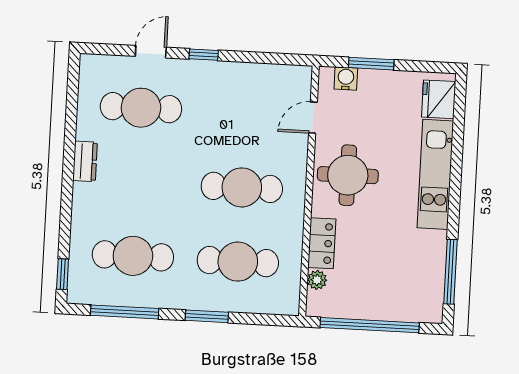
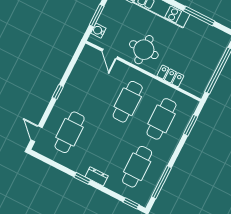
door: (151, 52) -> (36, 134), moved
dresser: (85, 161) -> (97, 176), moved
window: (68, 167) -> (82, 178), added
window: (451, 272) -> (199, 16), moved
plant: (317, 280) -> (186, 86), removed
window: (207, 316) -> (191, 125), moved

